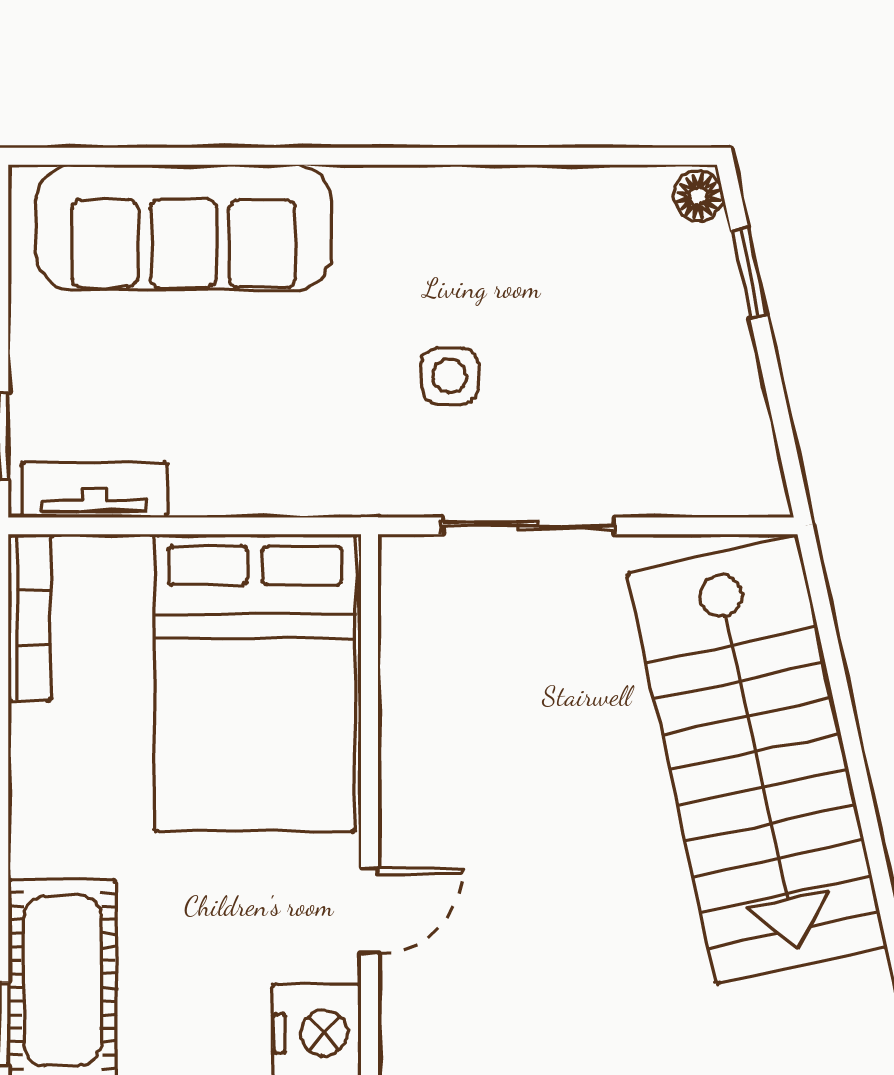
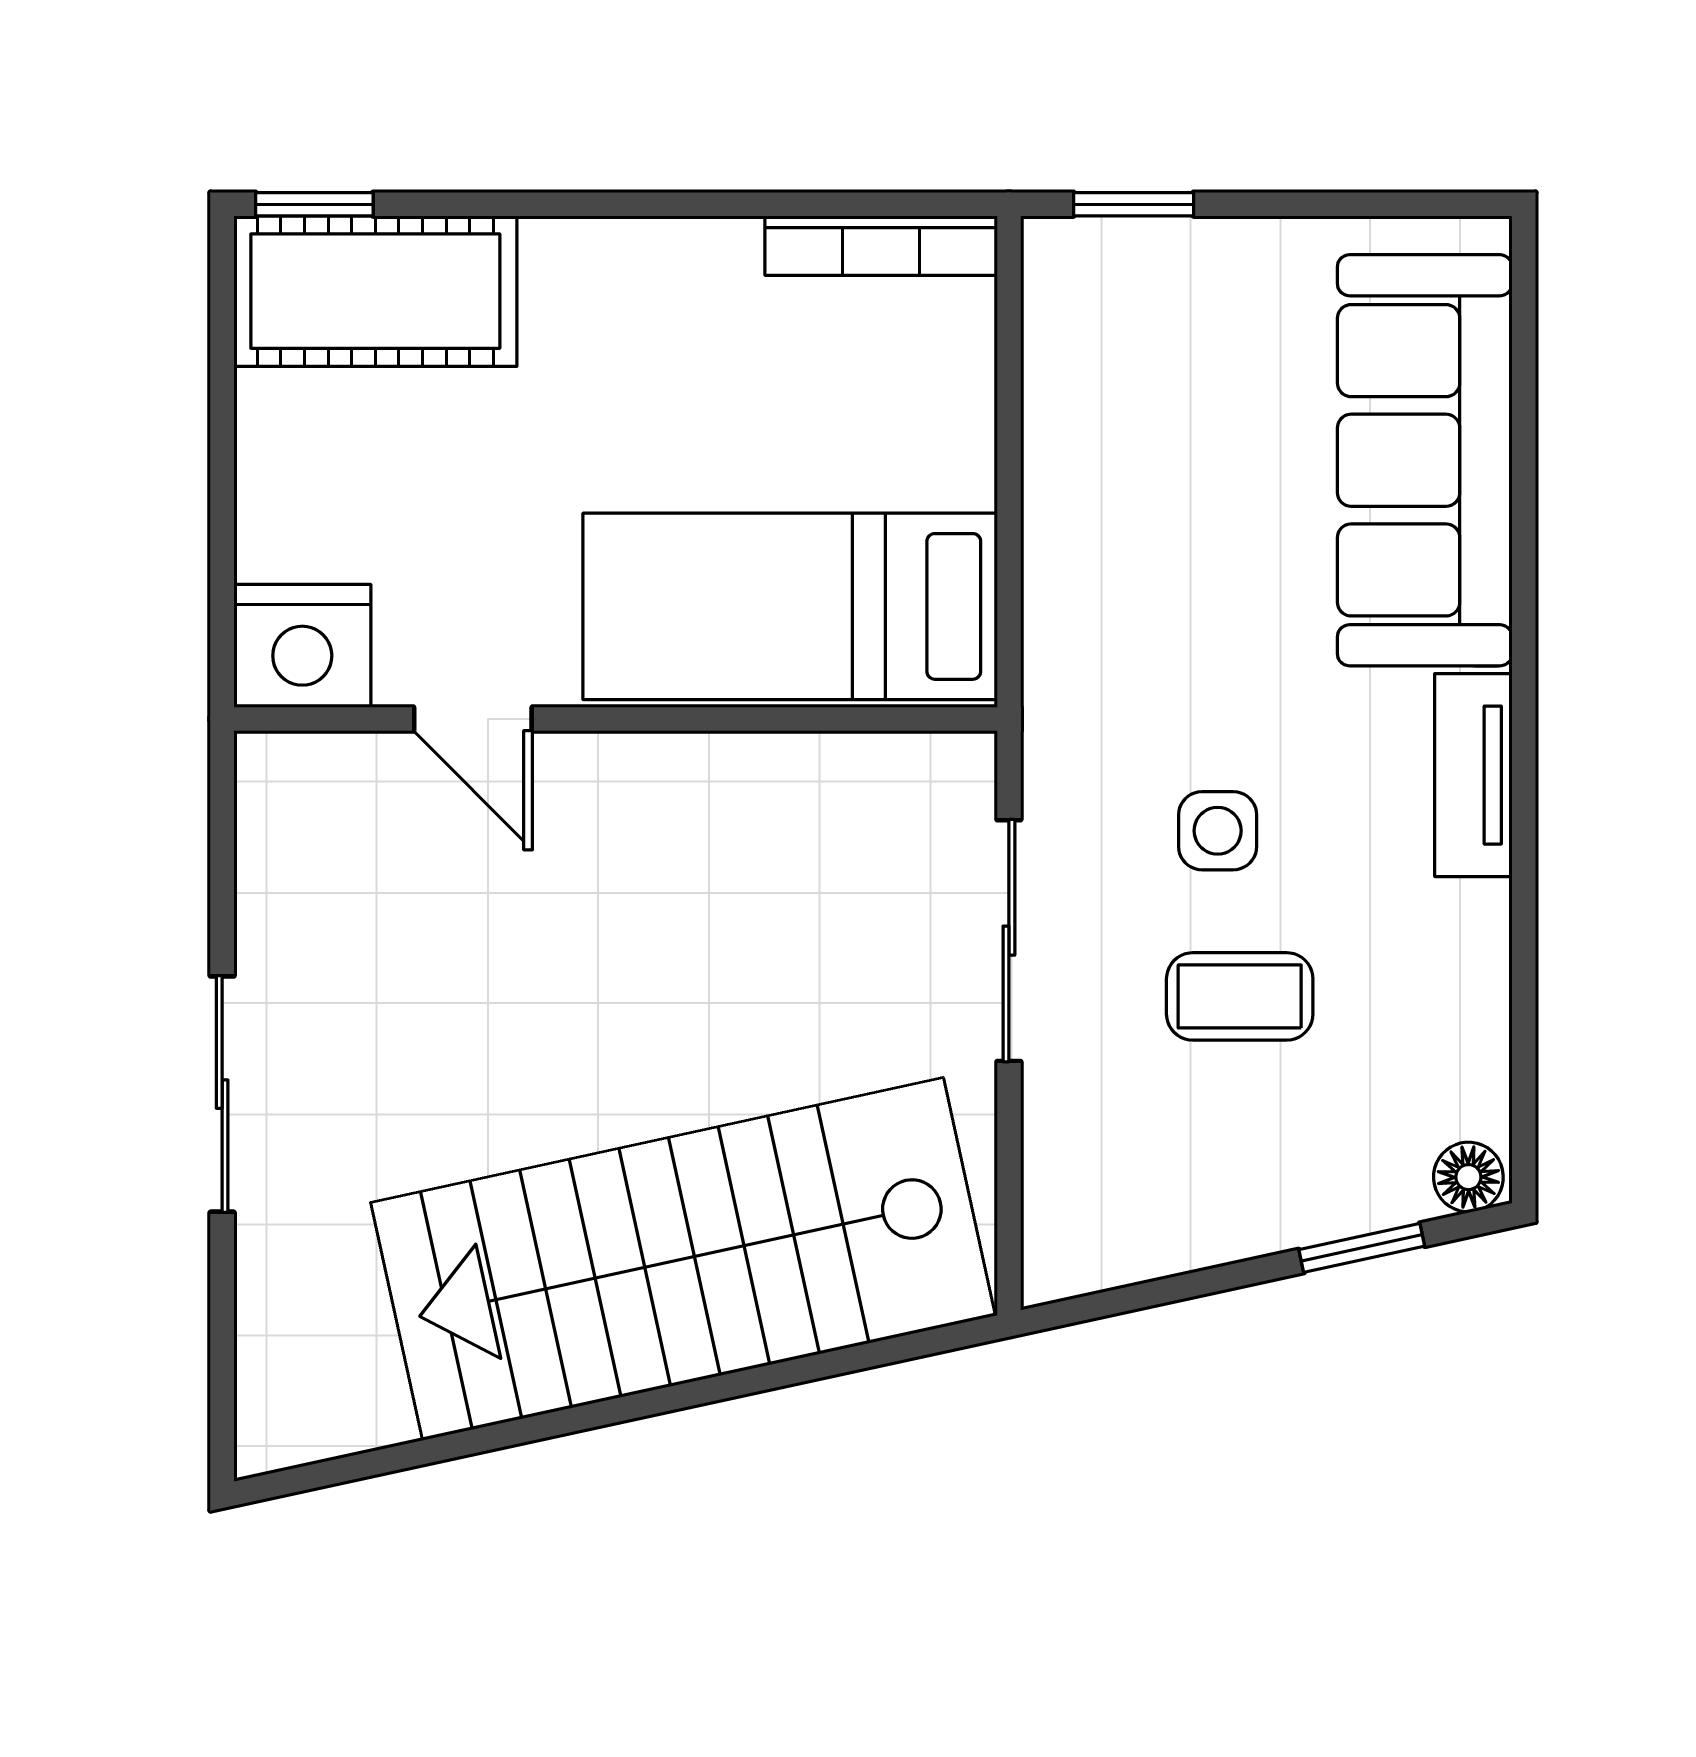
coffee table: (569, 360) -> (1240, 996), added
tv unit: (94, 490) -> (1473, 775), moved, turned 180
bed: (255, 683) -> (790, 606), width x0.67

